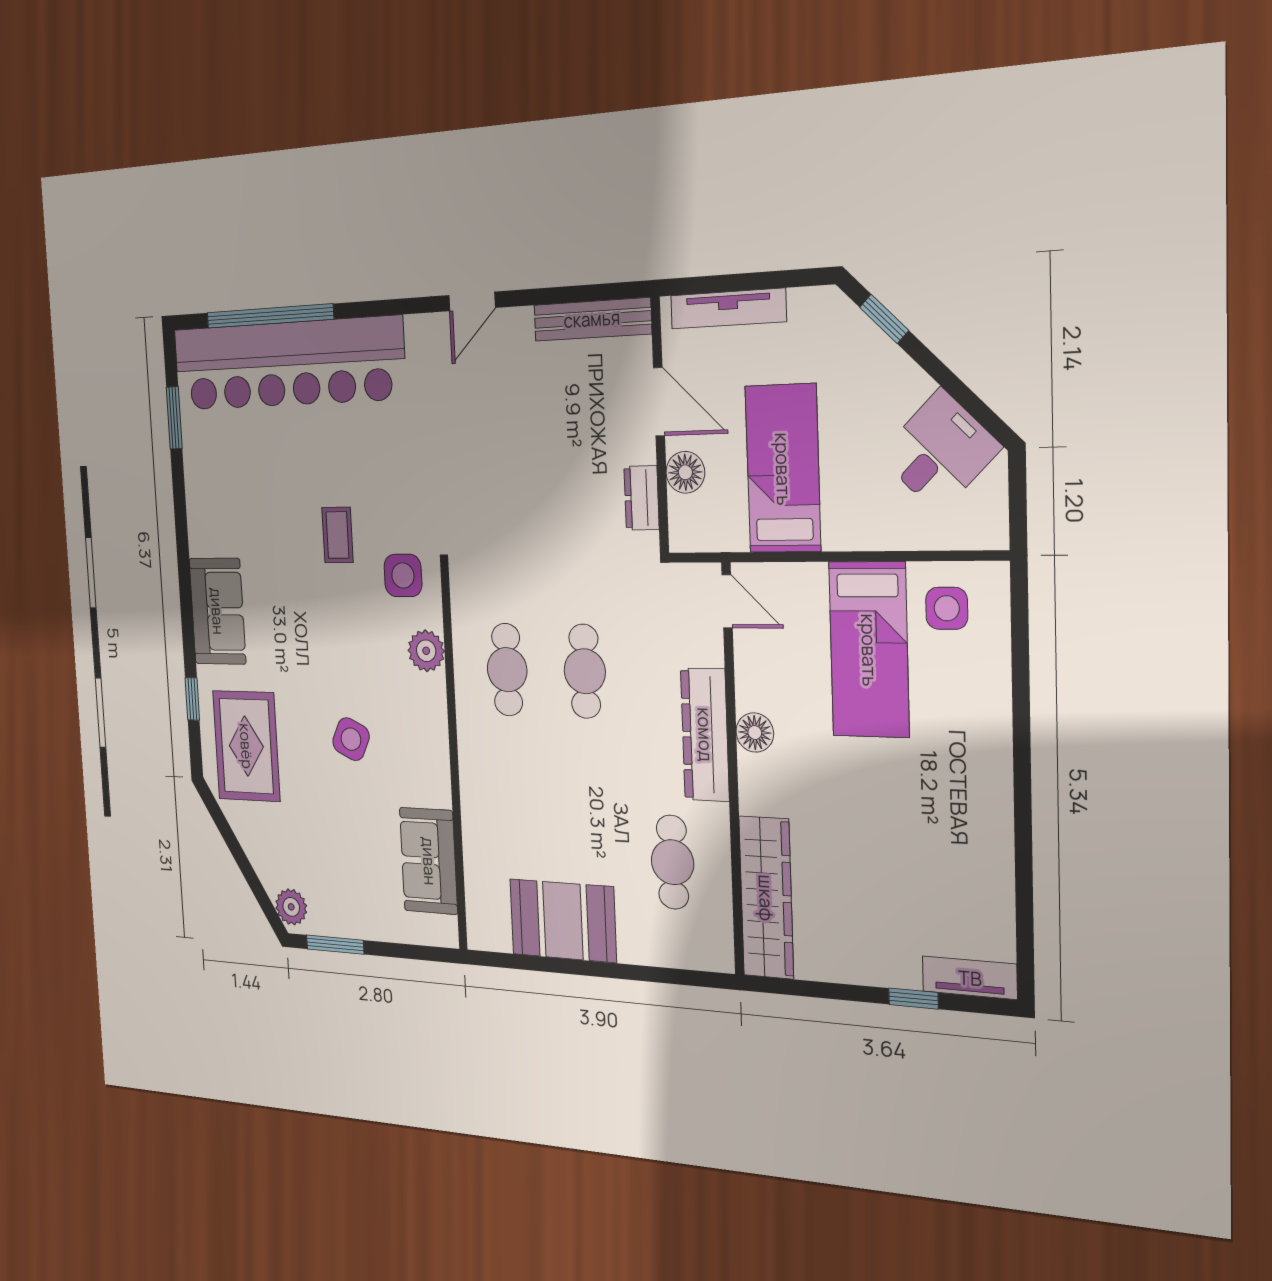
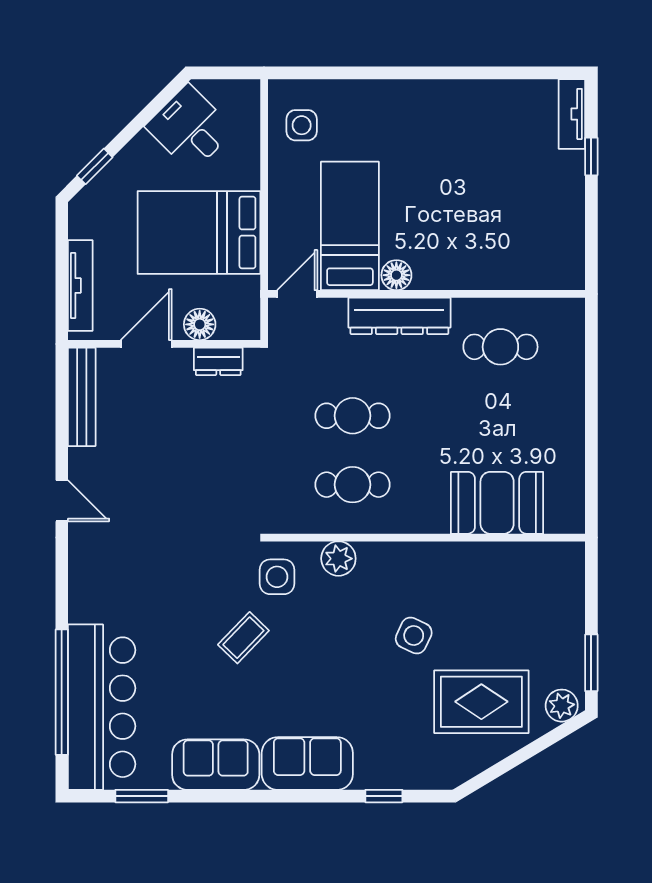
bar counter: (288, 364) -> (102, 707), width x0.73
bed: (783, 469) -> (199, 232), width x1.50
coffee table: (337, 535) -> (243, 638), turned -46
bed: (869, 650) -> (350, 226), moved, turned -90
rug: (246, 746) -> (481, 702), moved
sofa: (429, 861) -> (216, 765), moved, turned 180
wardrobe: (766, 898) -> (523, 270), removed
booth: (563, 921) -> (497, 503), moved, turned 90

